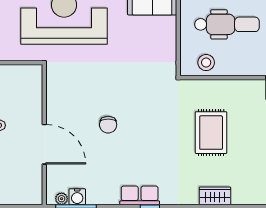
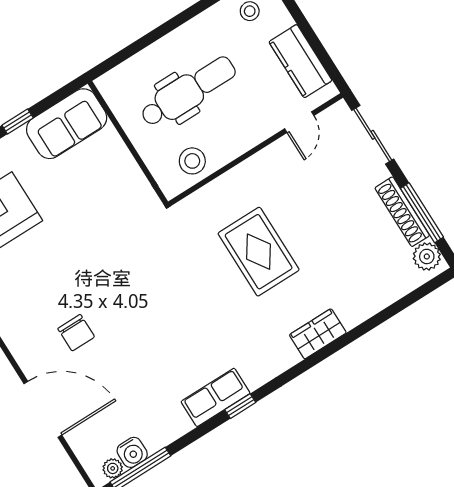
chair: (108, 125) -> (76, 333), moved

